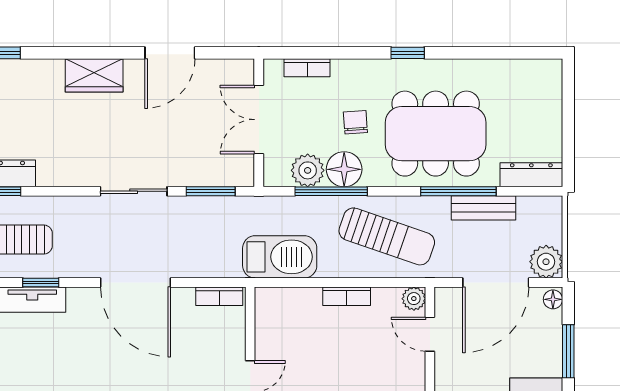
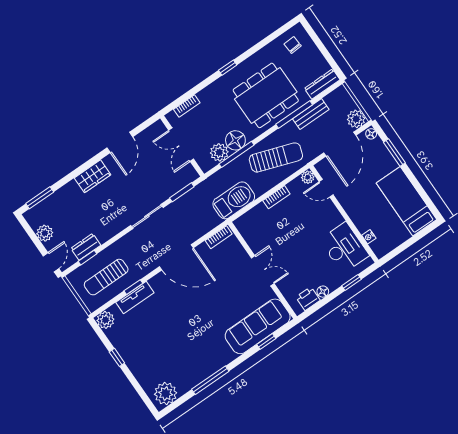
chair: (355, 122) -> (293, 45), moved

